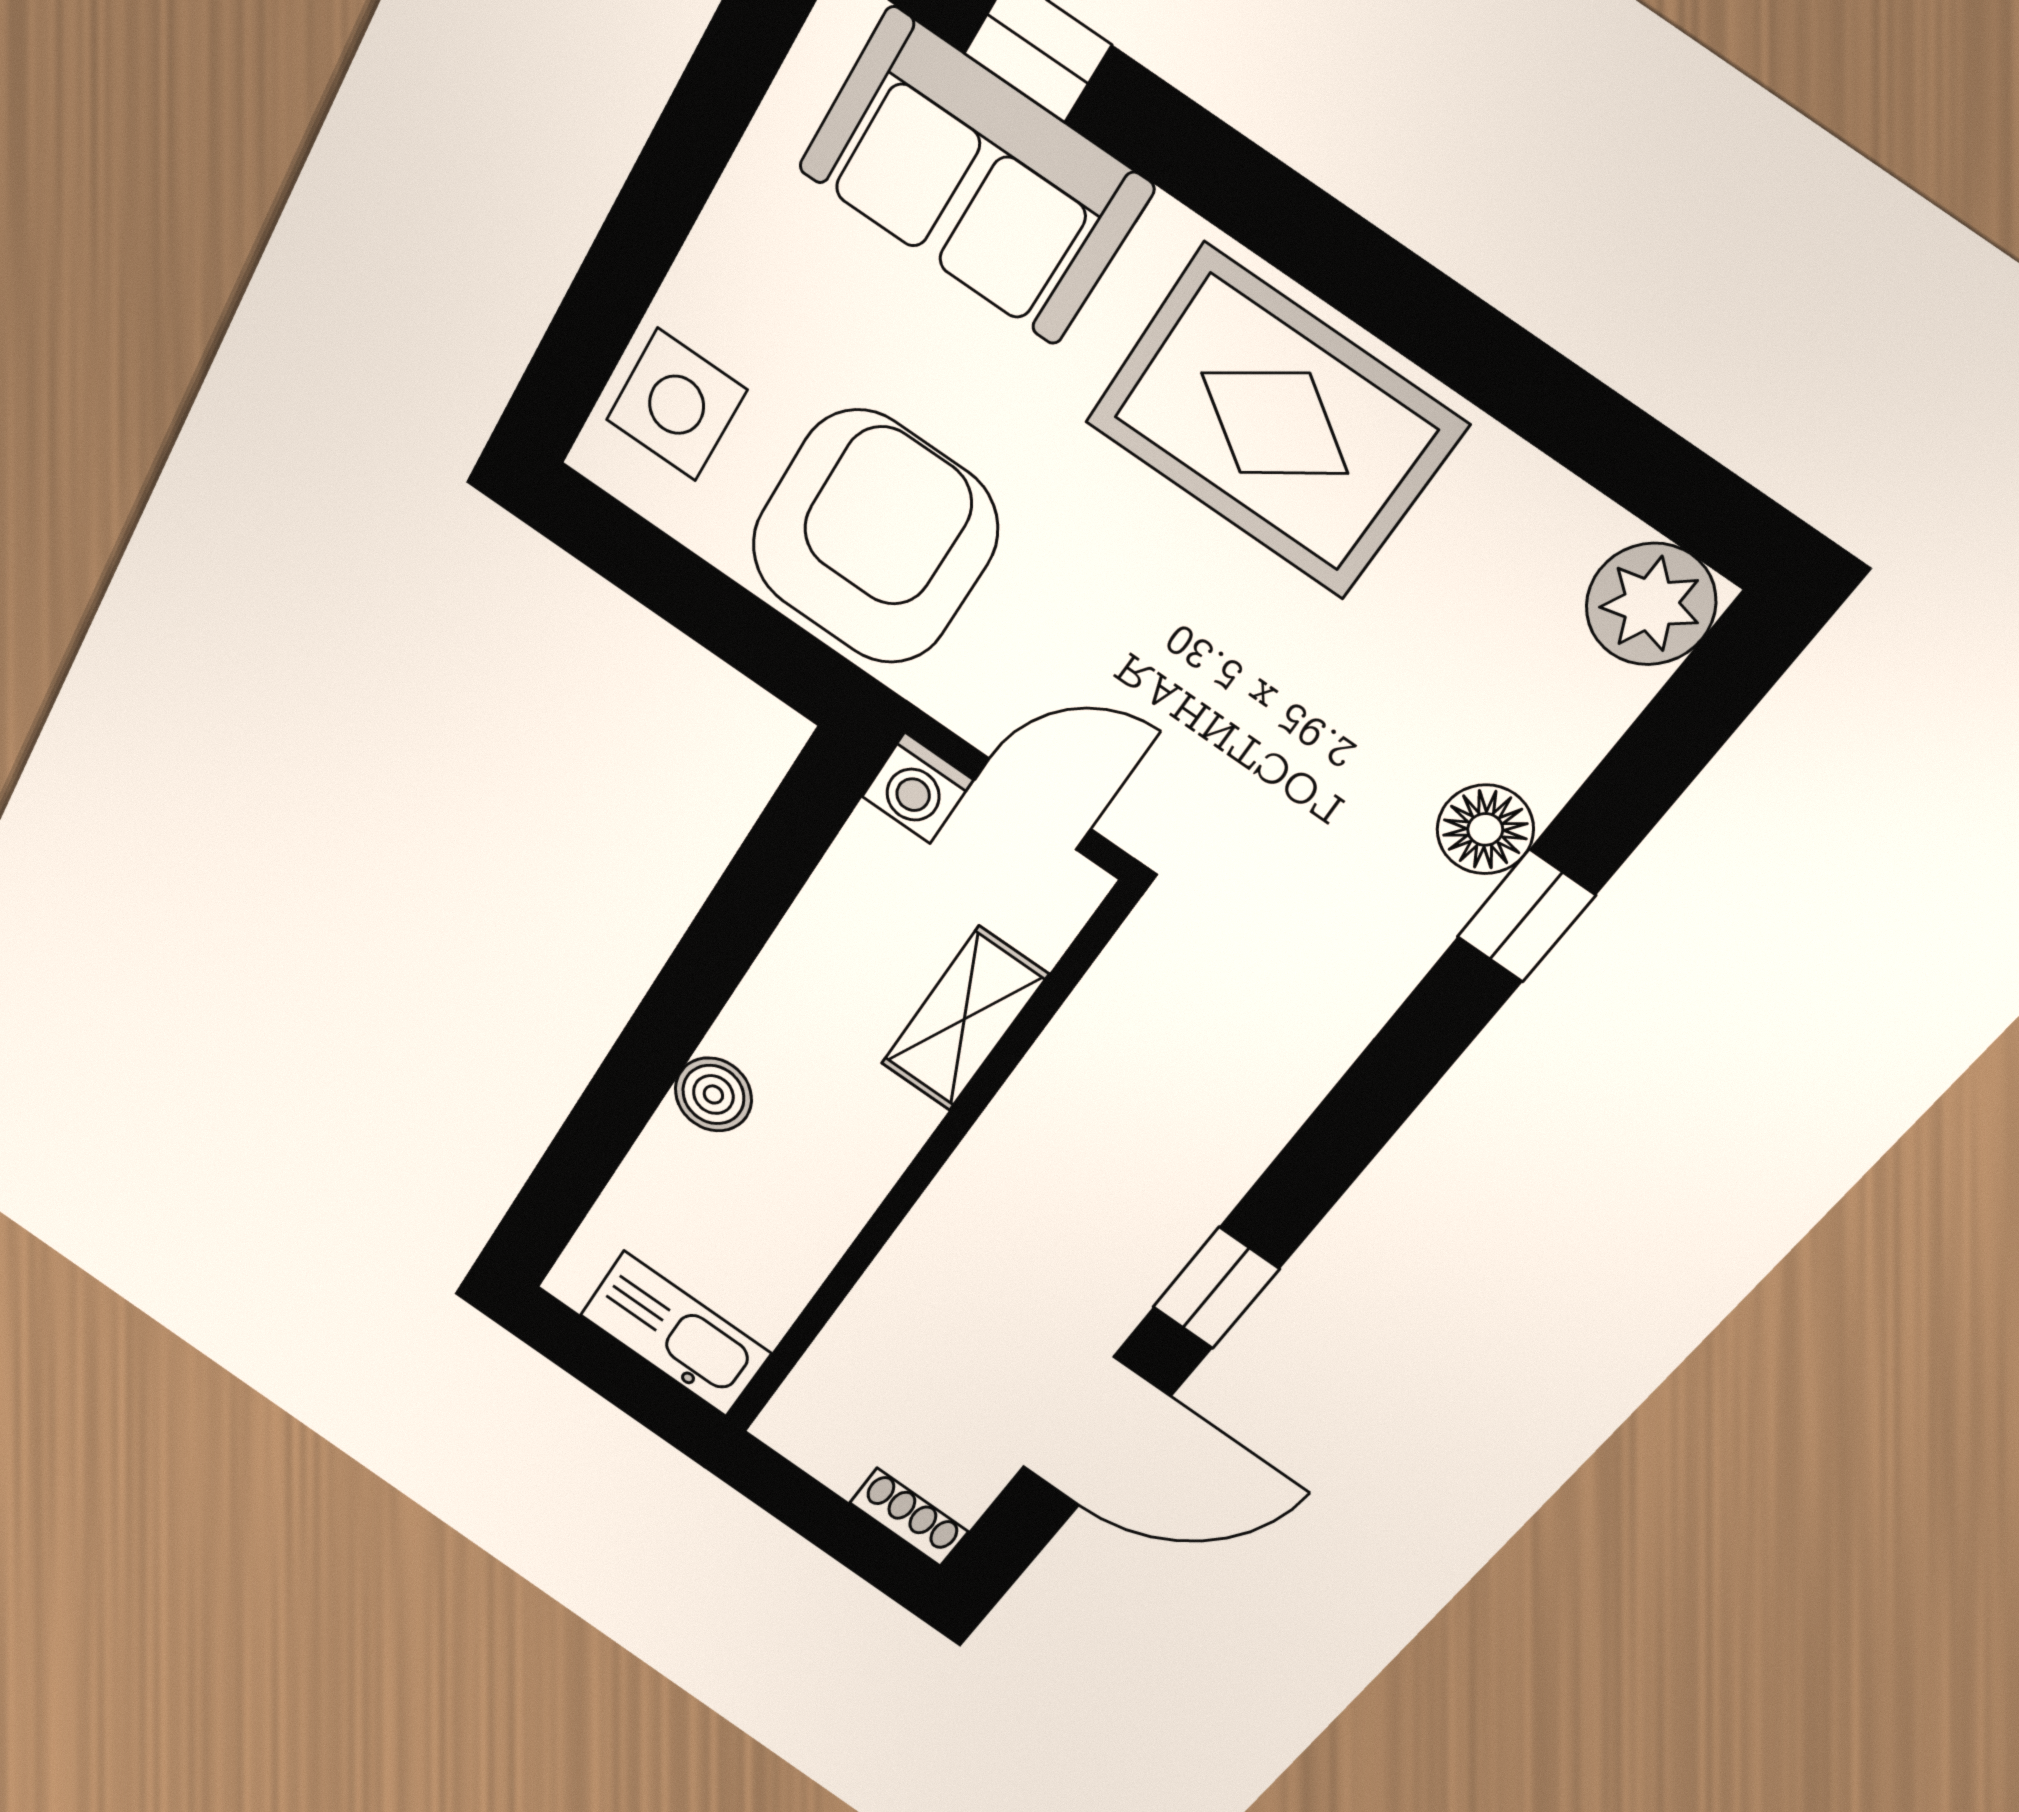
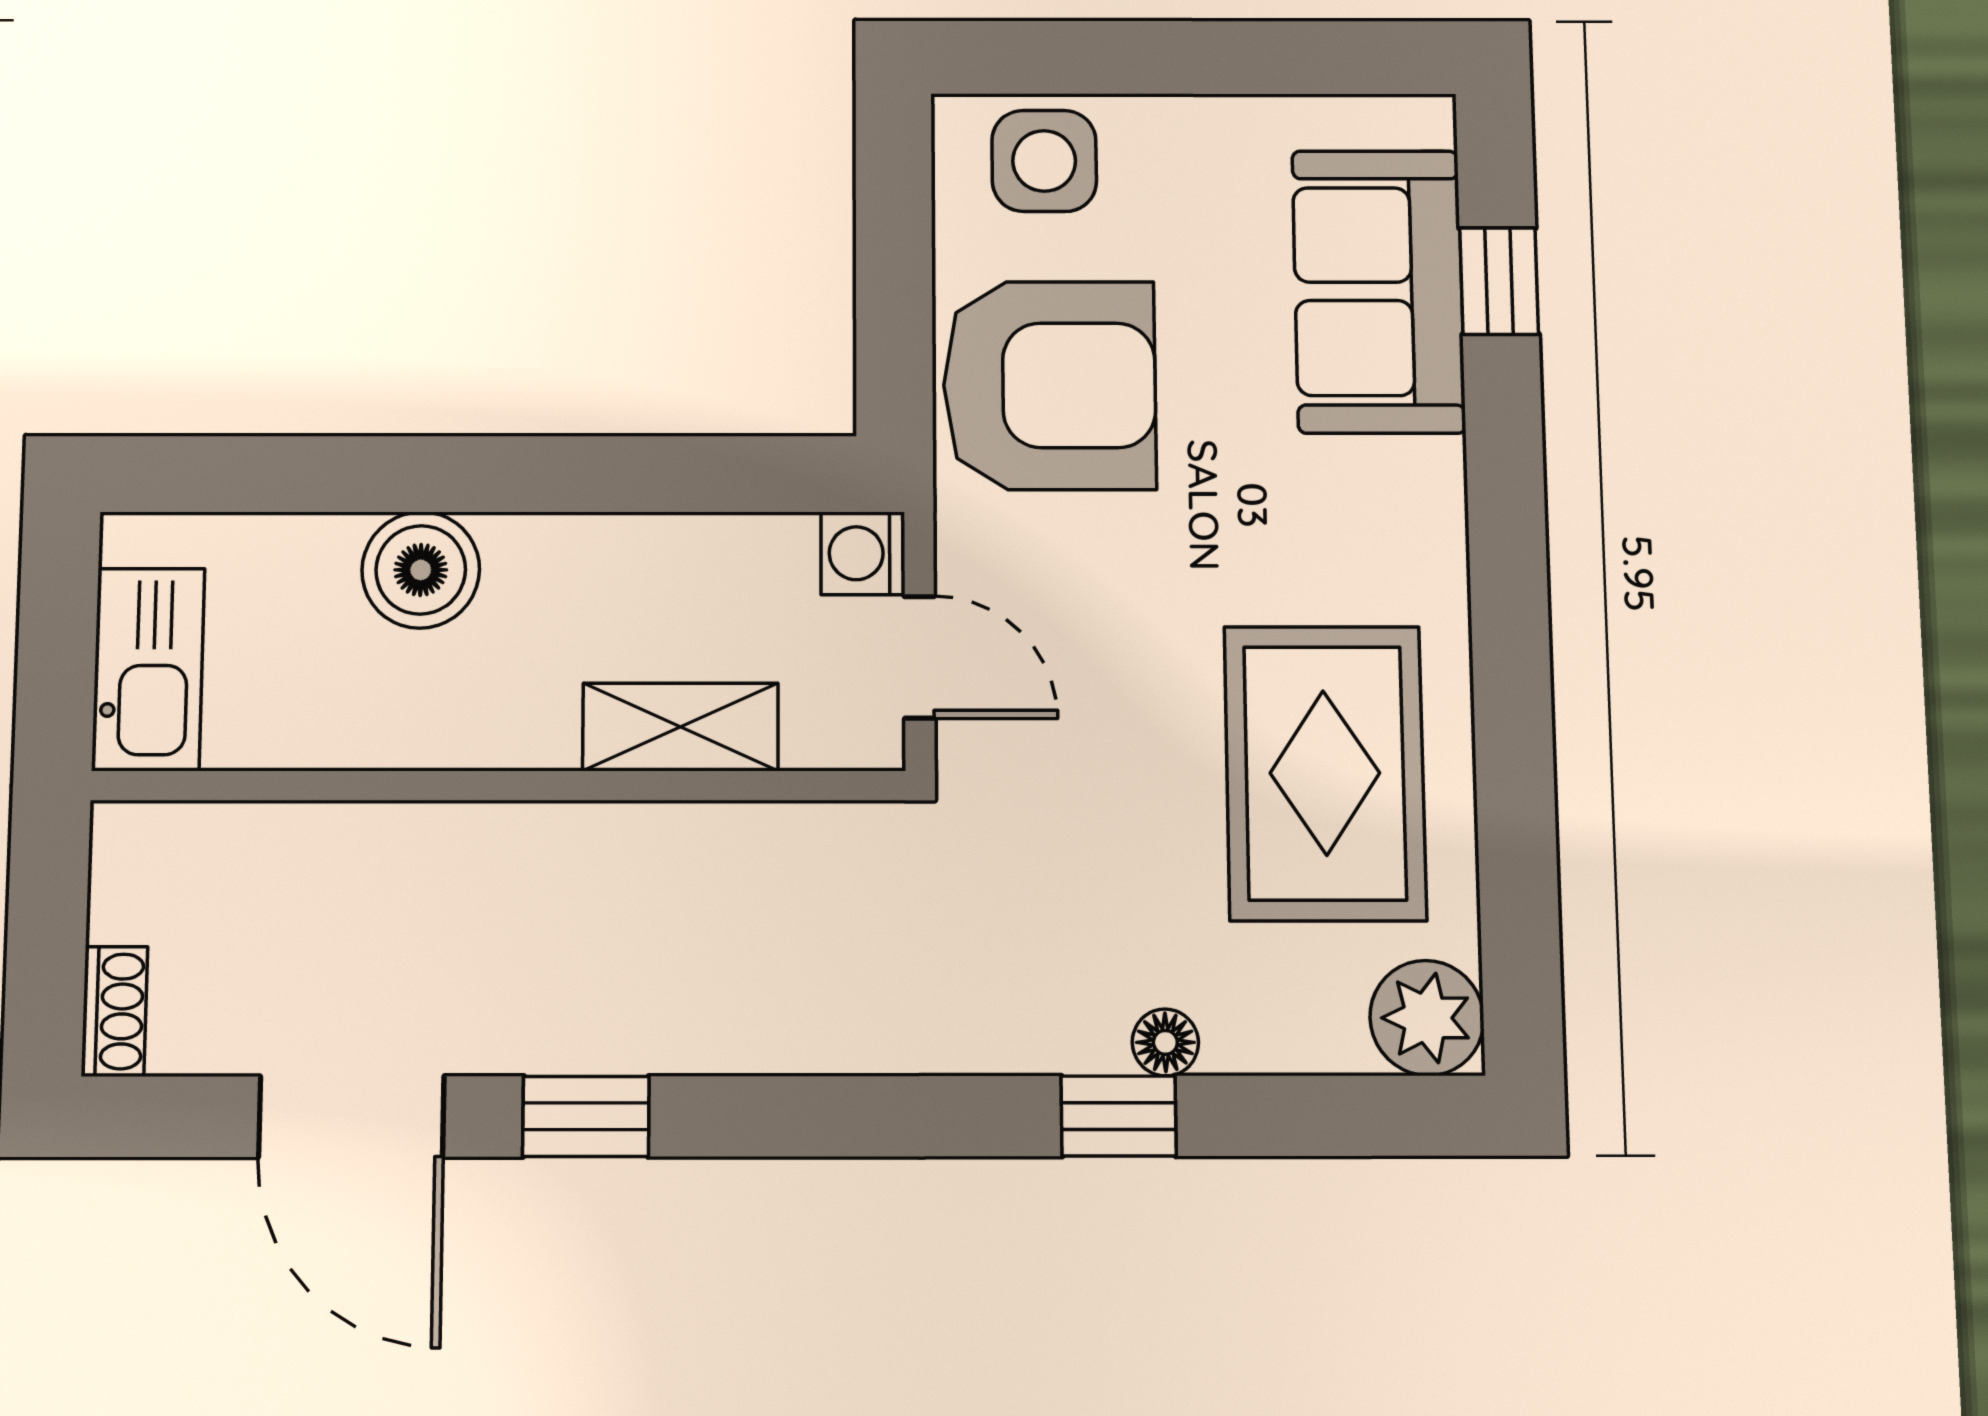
rug: (1275, 423) -> (1325, 773), moved
floor lamp: (1485, 829) -> (1165, 1042), width x0.73, depth x0.73
boiler: (713, 1094) -> (421, 570), width x1.36, depth x1.36

